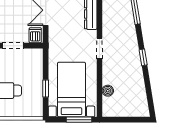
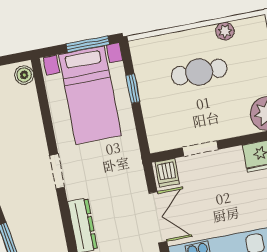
boiler: (108, 91) -> (24, 75), moved
window: (79, 120) -> (88, 44), moved

